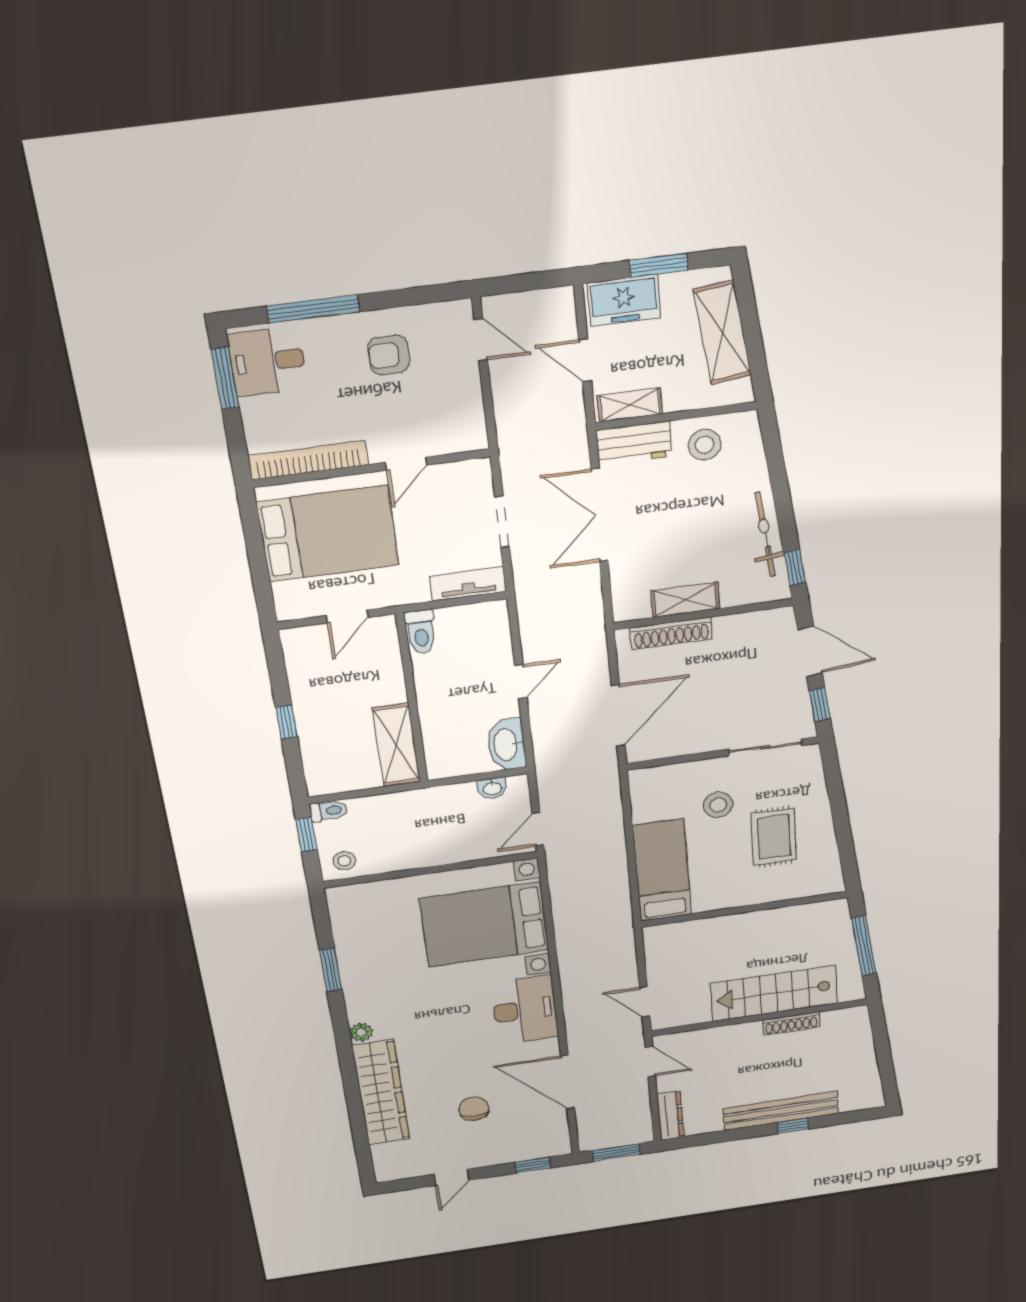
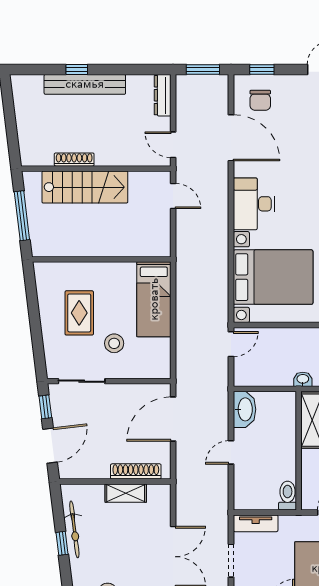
window: (795, 567) -> (62, 543), moved
door: (810, 651) -> (50, 446), swing flipped
washbasin: (492, 788) -> (303, 379), moved
chair: (474, 1109) -> (260, 100), moved

